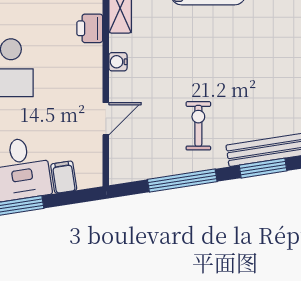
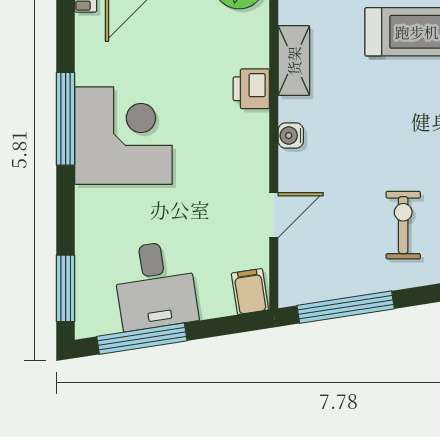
filing cabinet: (64, 177) -> (250, 292), moved
window: (182, 181) -> (346, 307), moved

